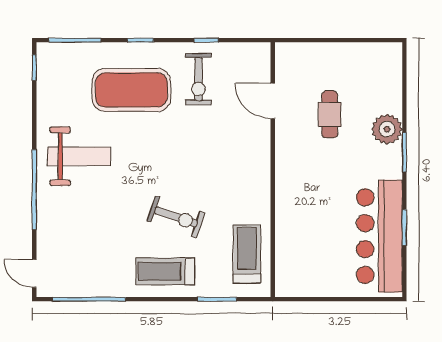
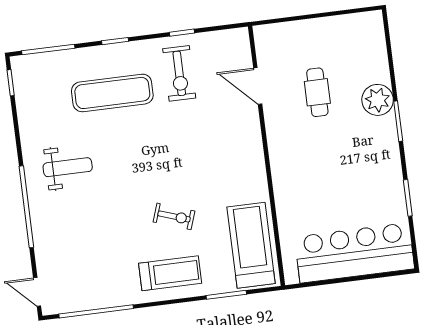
exercise mat: (131, 90) -> (112, 93), width x0.68
weight bench: (79, 156) -> (68, 167), width x0.73, depth x0.75
exercise bike: (176, 217) -> (174, 216), width x0.73, depth x0.72
bar counter: (379, 236) -> (355, 253), moved, turned 90
treadmill: (247, 254) -> (251, 245), width x1.37, depth x1.38
treadmill: (165, 271) -> (170, 273), turned 180

